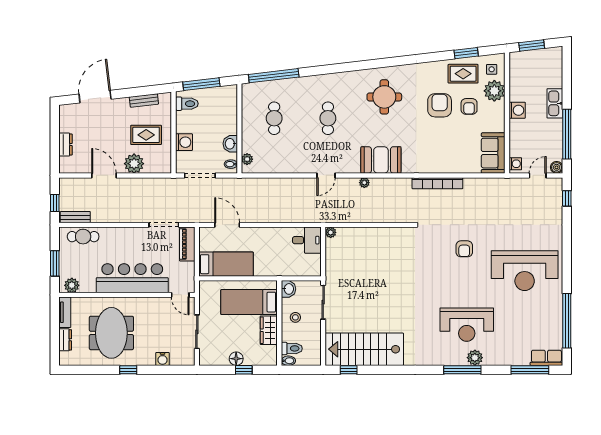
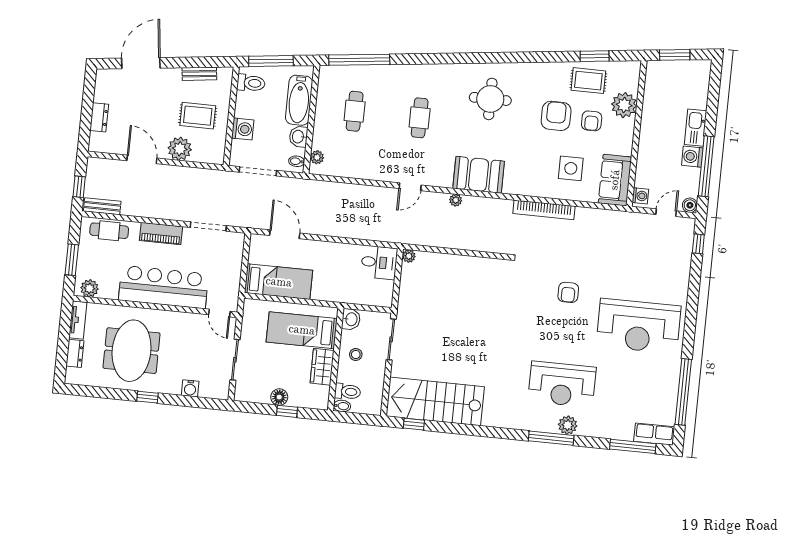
side table: (492, 69) -> (571, 168), moved, width x1.87, depth x1.87
washing machine: (517, 110) -> (692, 157), moved, turned 180
bathtub: (228, 114) -> (299, 100), added
piano: (187, 244) -> (161, 234), moved, turned -90

